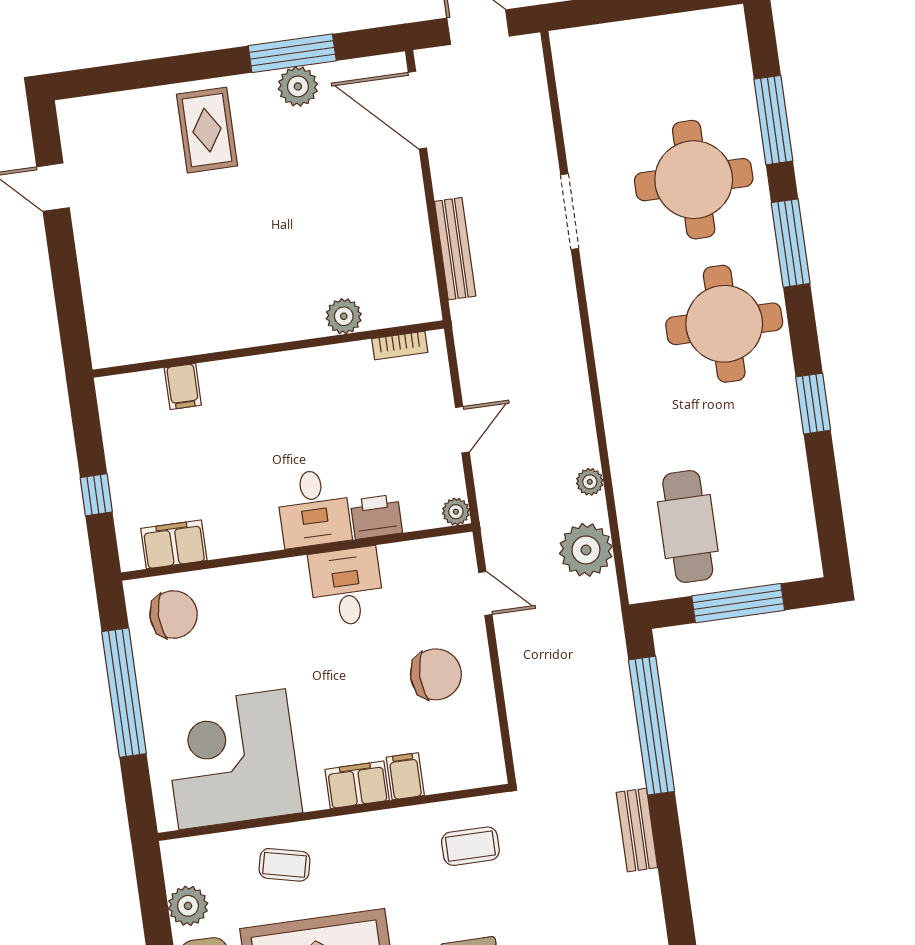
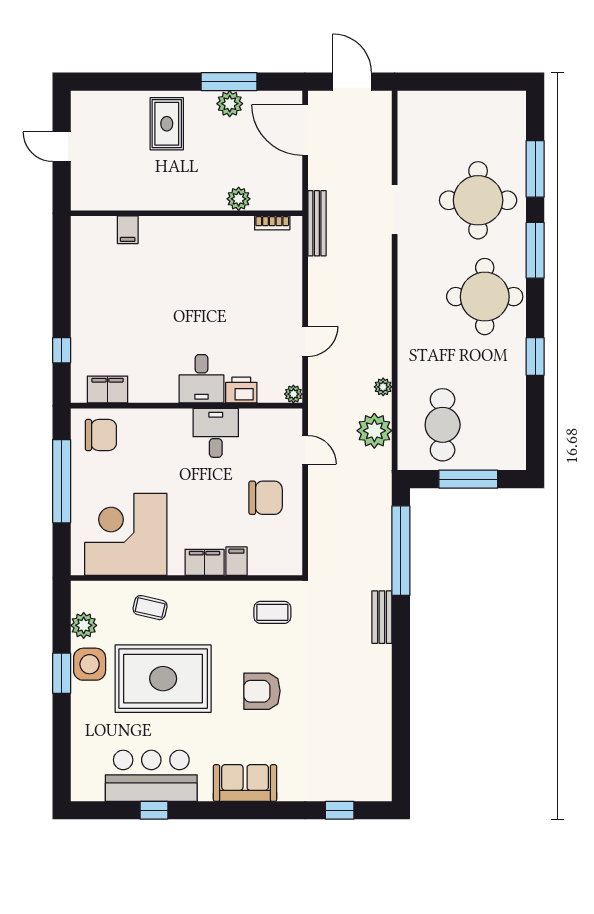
plant: (344, 316) -> (239, 199), moved
bookcase: (400, 346) -> (272, 223), moved
wall: (268, 349) -> (187, 213), moved
filing cabinet: (183, 387) -> (128, 230), moved

